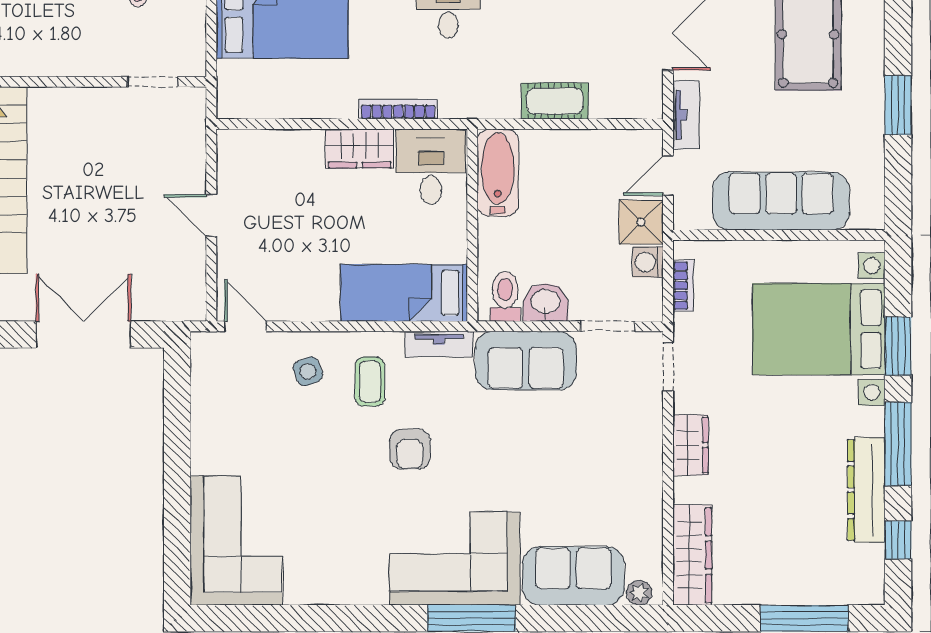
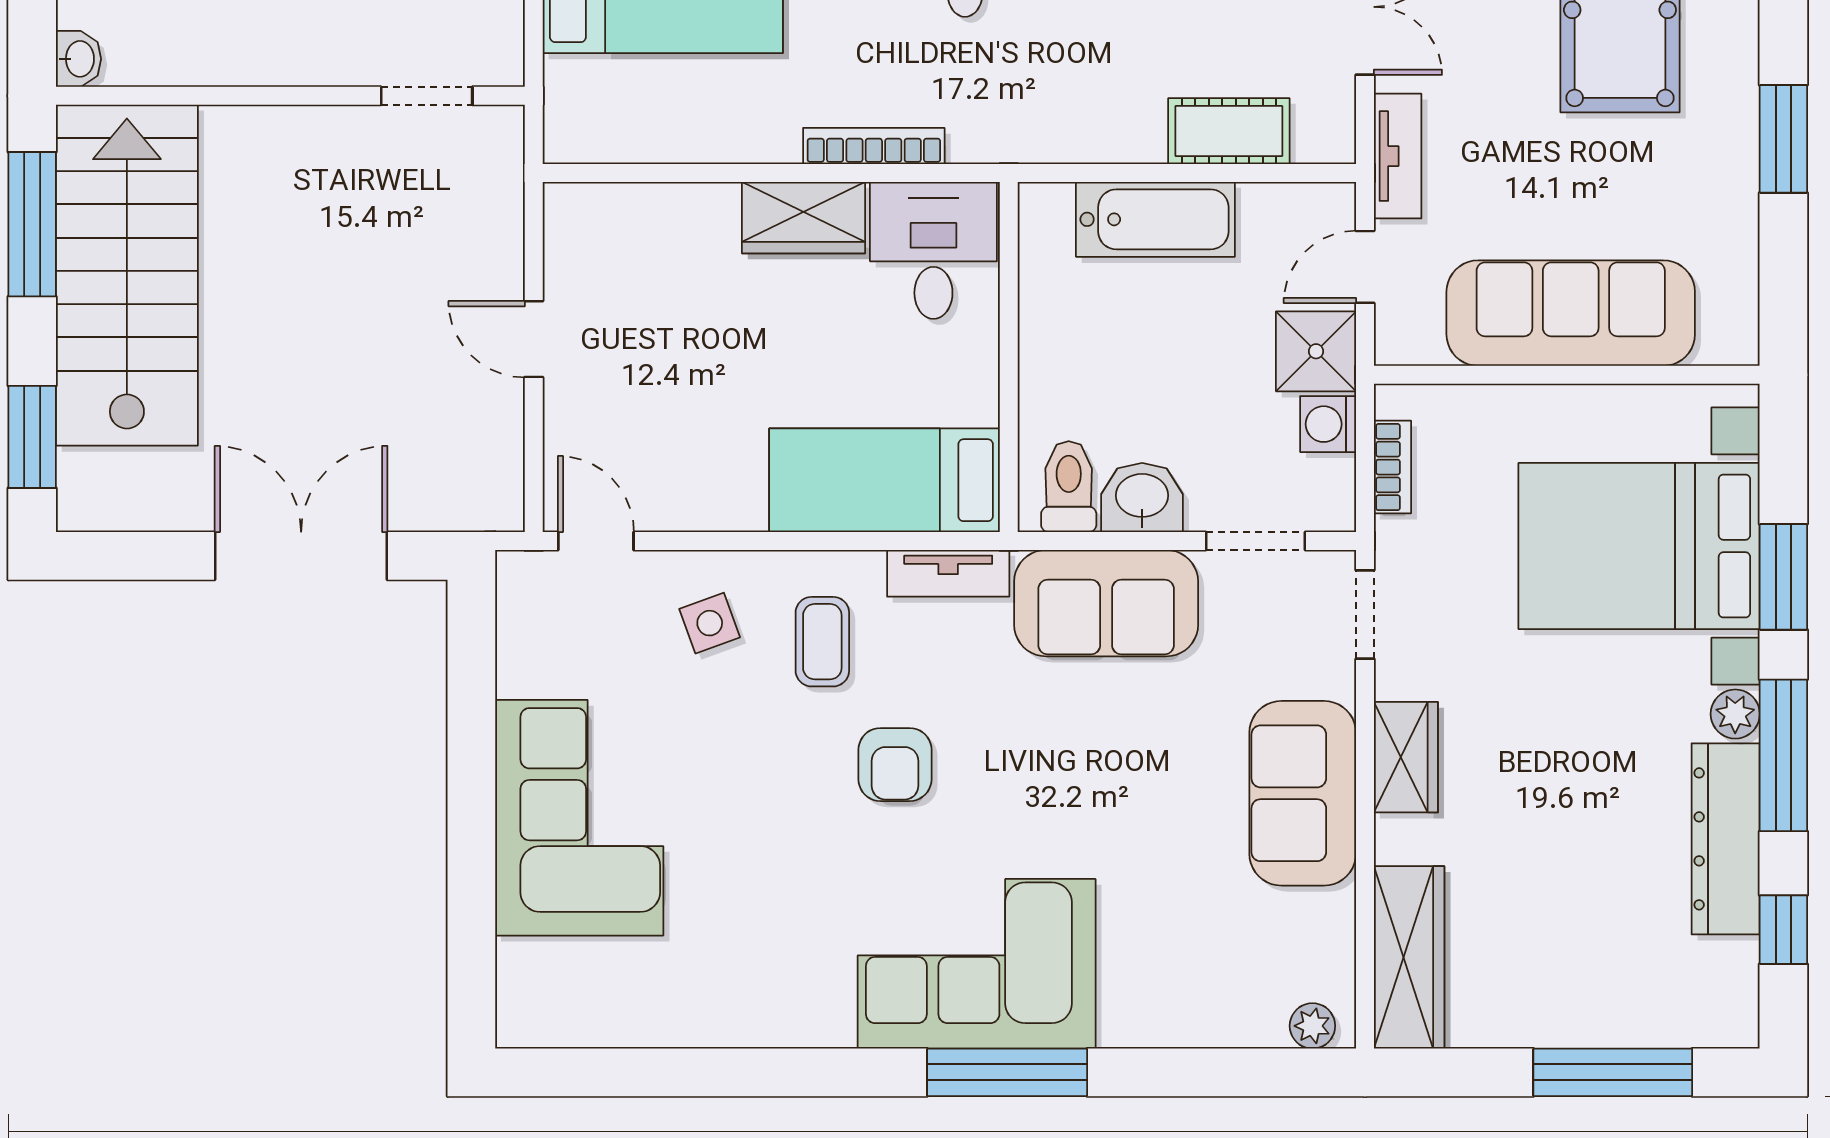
cot: (555, 101) -> (1229, 131), moved
bathtub: (498, 173) -> (1155, 219), moved, turned 90
plant: (871, 421) -> (1735, 714), added
corner sofa: (236, 541) -> (579, 818), moved
sofa: (573, 576) -> (1303, 793), moved, turned -90

